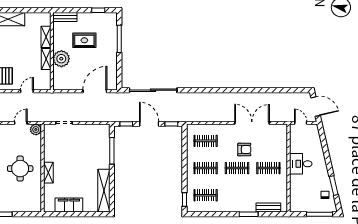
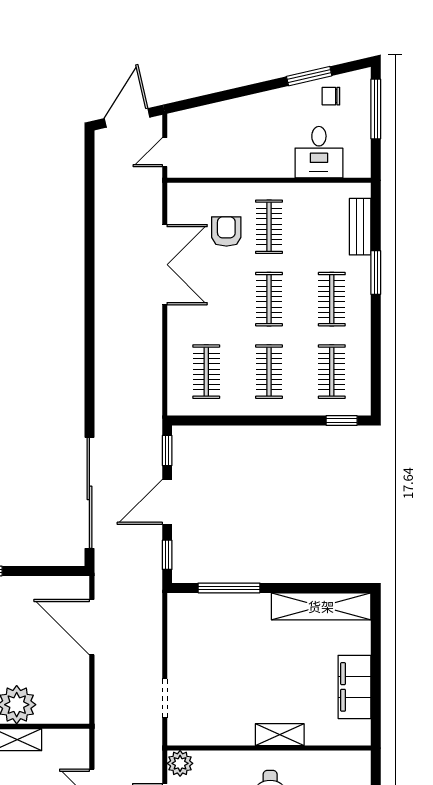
double door: (252, 123) -> (165, 265), swing flipped
armchair: (244, 150) -> (226, 231), moved
desk: (301, 164) -> (319, 152), moved
clothes rail: (237, 195) -> (332, 299), added

